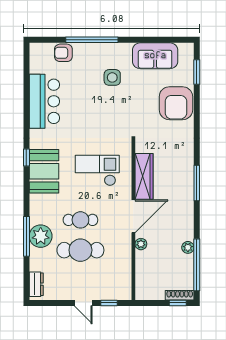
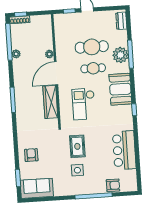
sofa: (155, 56) -> (37, 188), moved
armchair: (176, 103) -> (31, 155), width x0.53, depth x0.53
rug: (110, 111) -> (77, 146), added
checkout: (97, 170) -> (84, 104), turned 90
booth: (44, 171) -> (120, 89), moved

